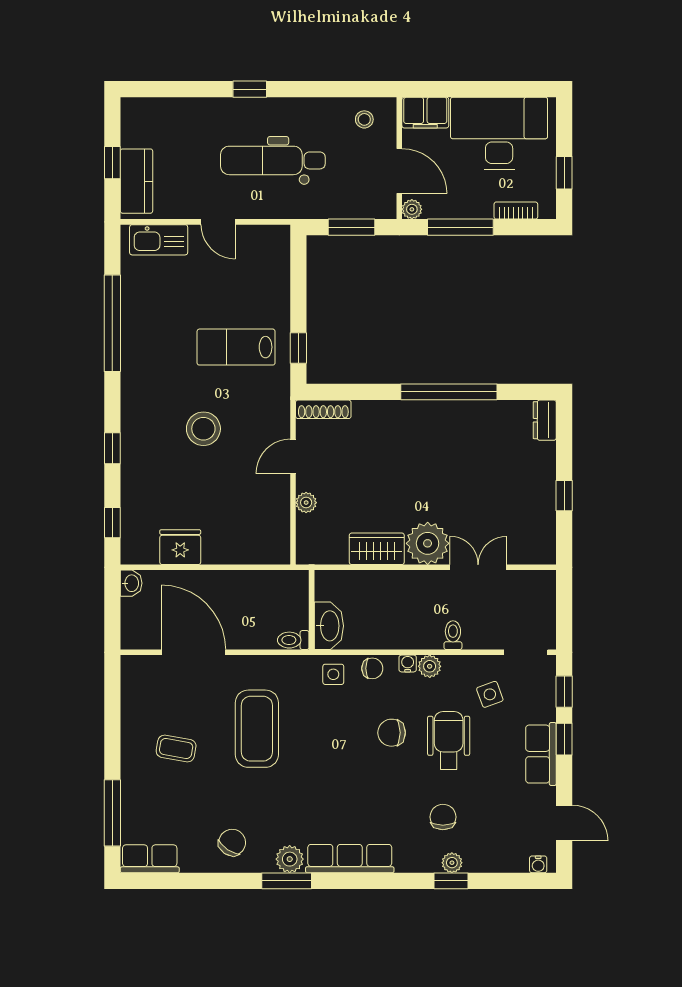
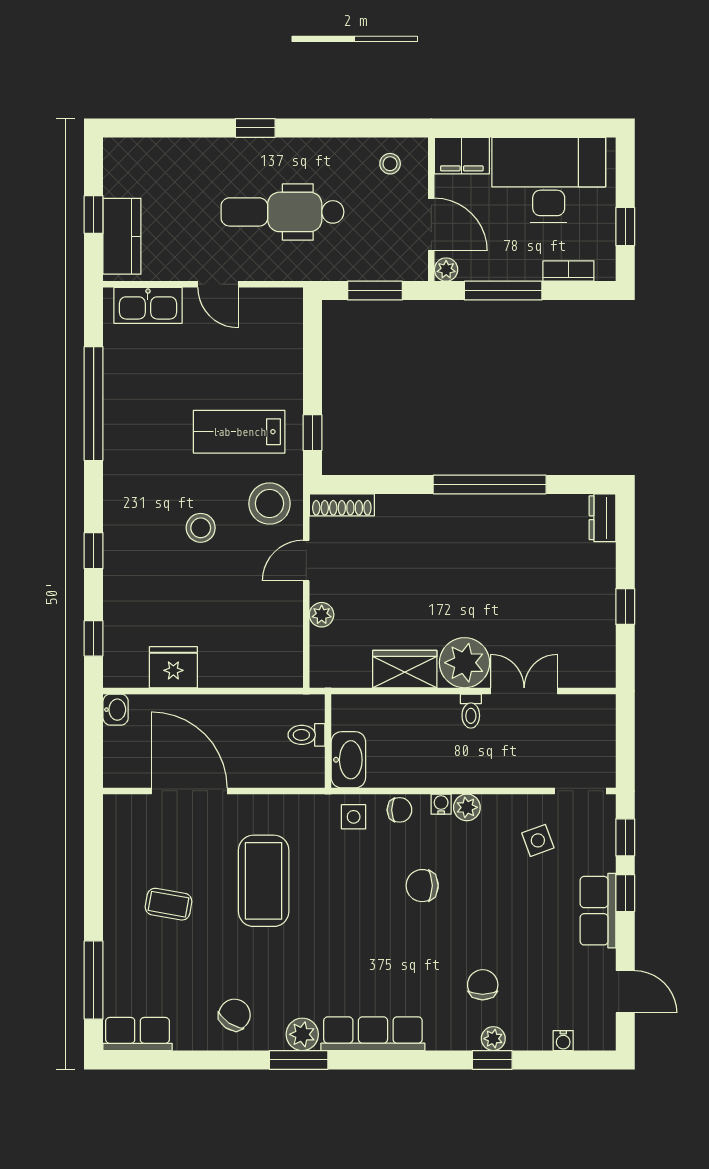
stool: (262, 408) -> (270, 504), added
stool: (203, 429) -> (201, 528), width x0.73, depth x0.73
toilet: (453, 635) -> (471, 711), moved, turned 180
toilet: (293, 640) -> (307, 735), moved
wheelchair: (449, 740) -> (489, 895), removed
water cooler: (538, 864) -> (563, 1041), moved

